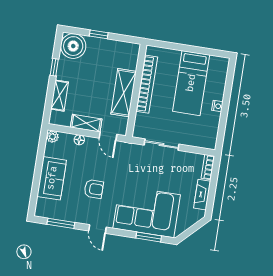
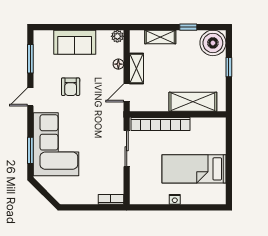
bookcase: (147, 84) -> (161, 124), moved
shelving: (124, 93) -> (193, 102), moved
fireplace: (202, 195) -> (82, 198), removed

